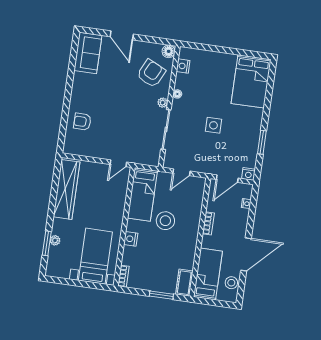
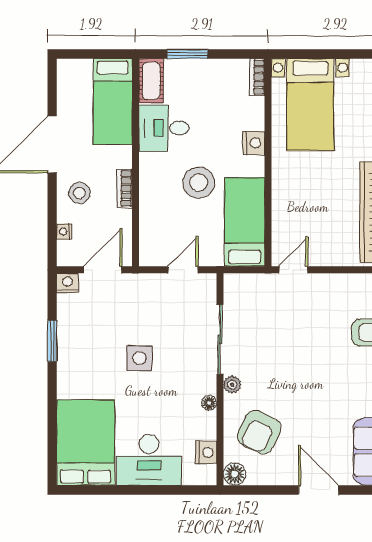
desk: (216, 66) -> (149, 460), added
desk: (181, 255) -> (164, 128), added
stool: (231, 283) -> (79, 193), moved

